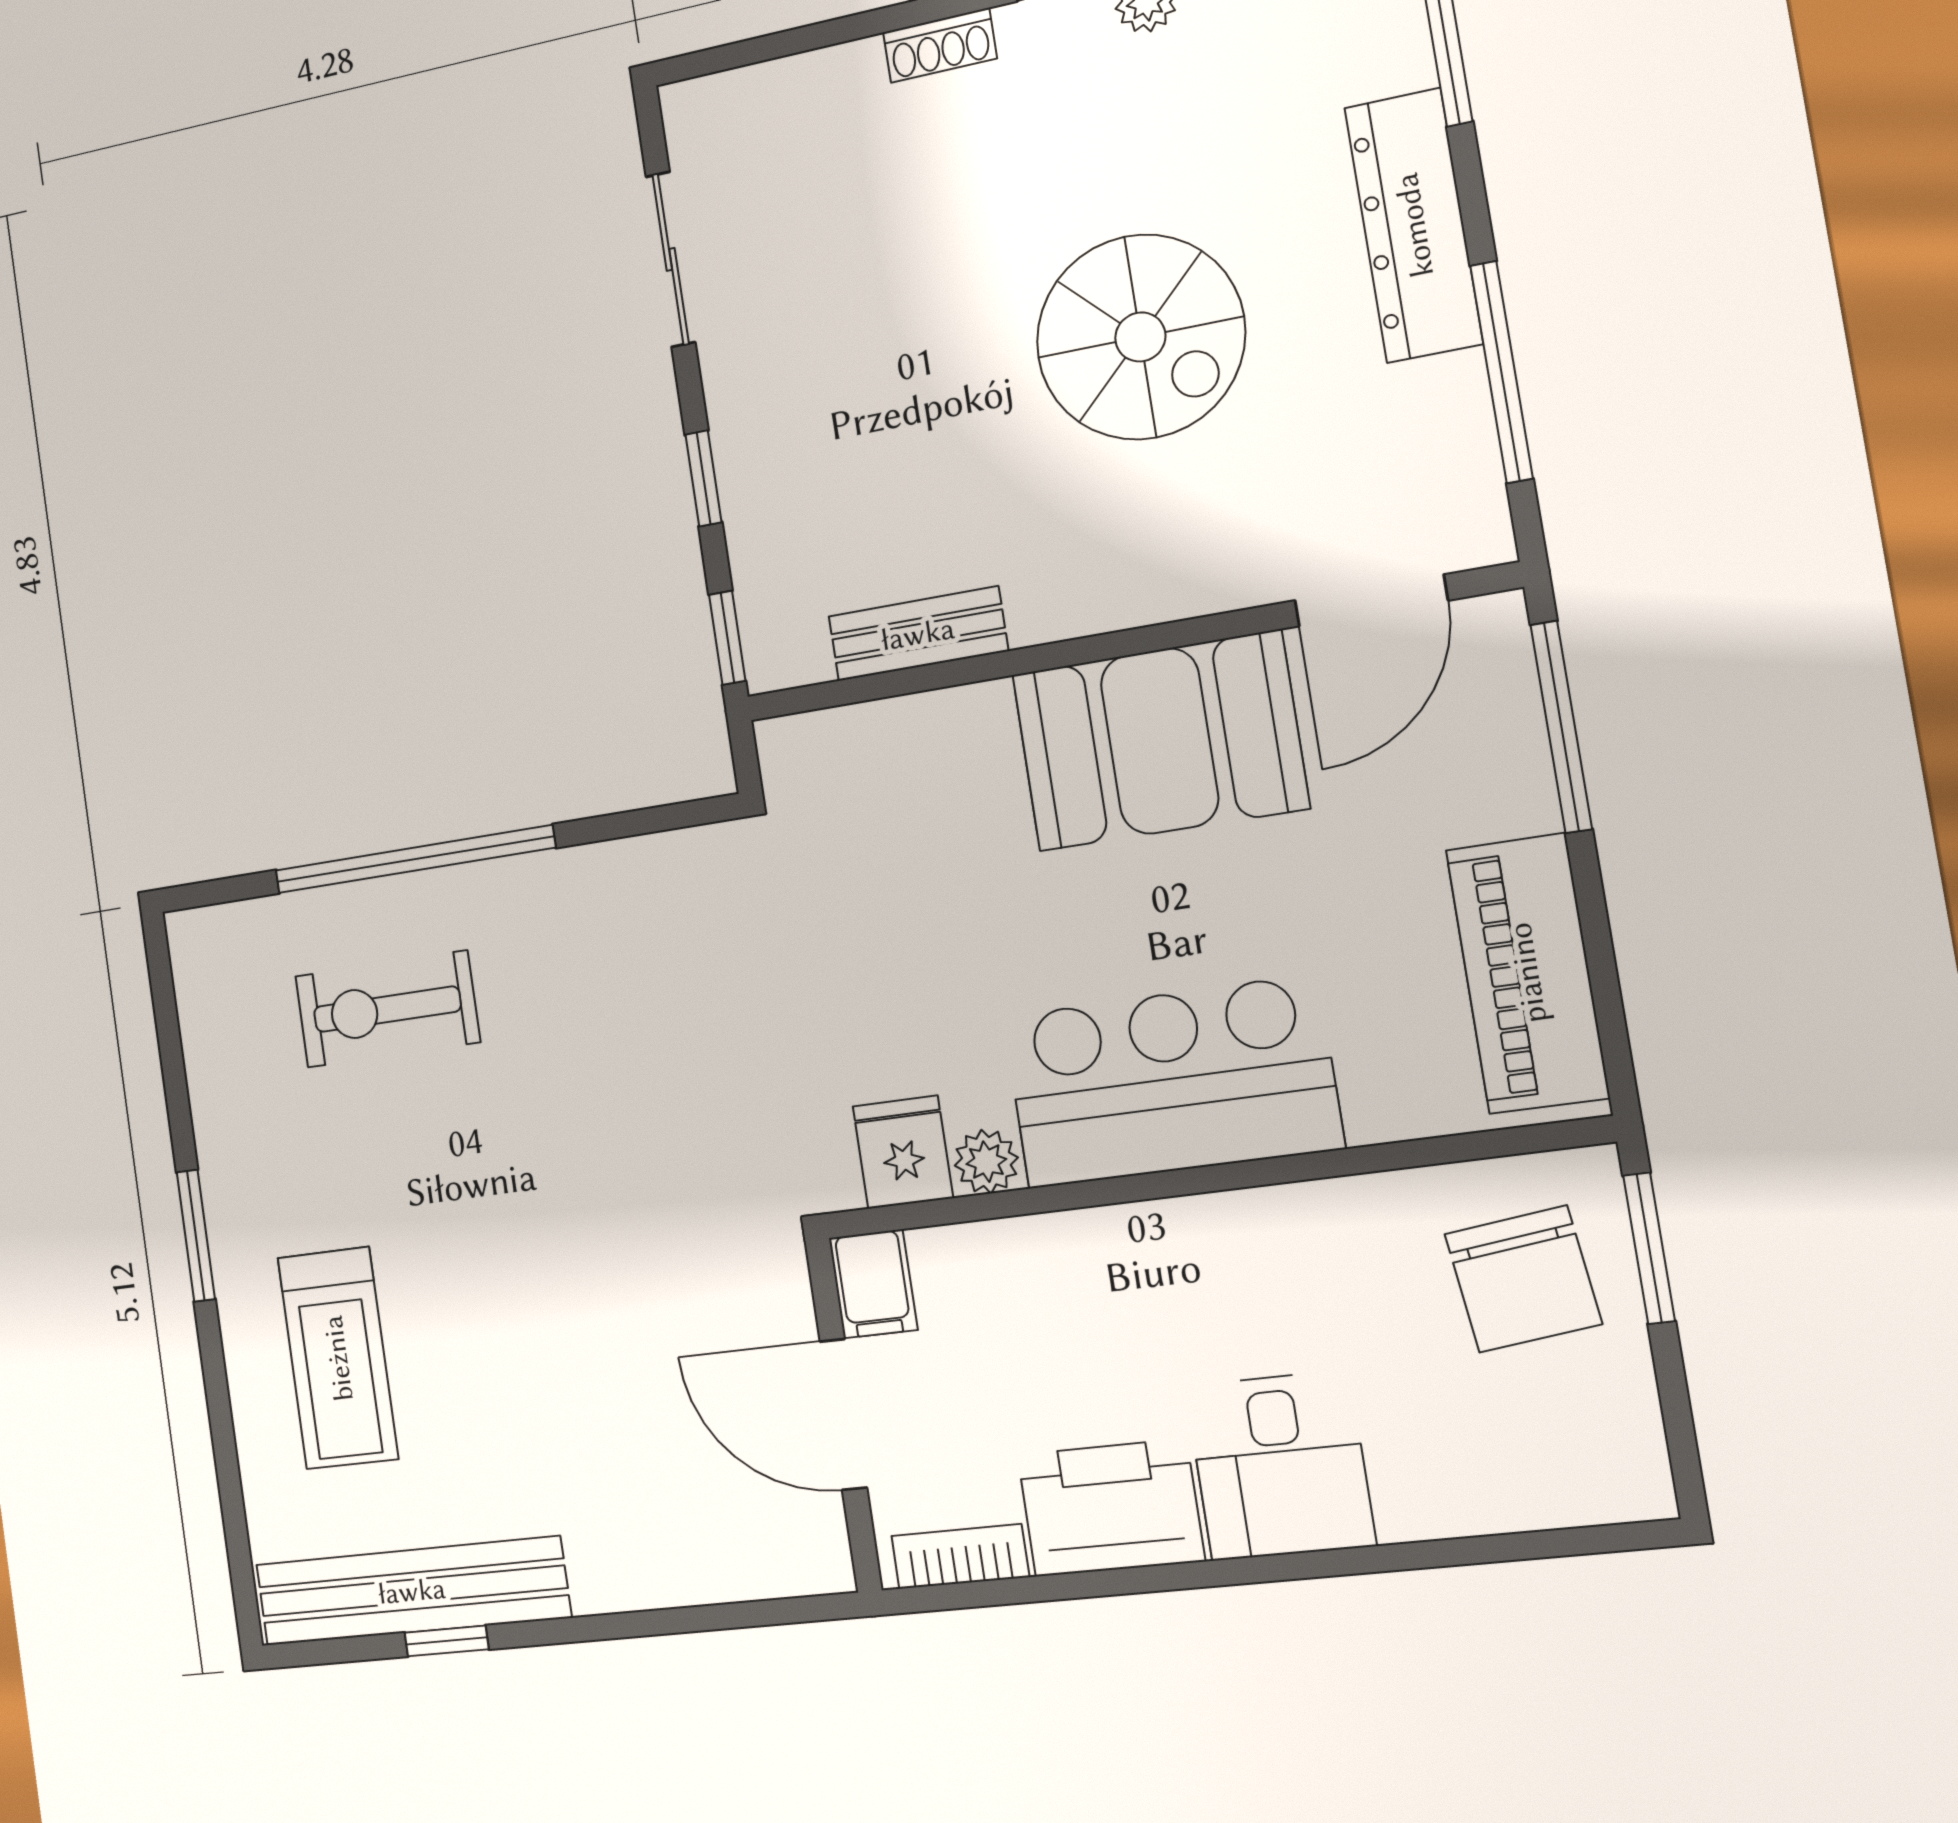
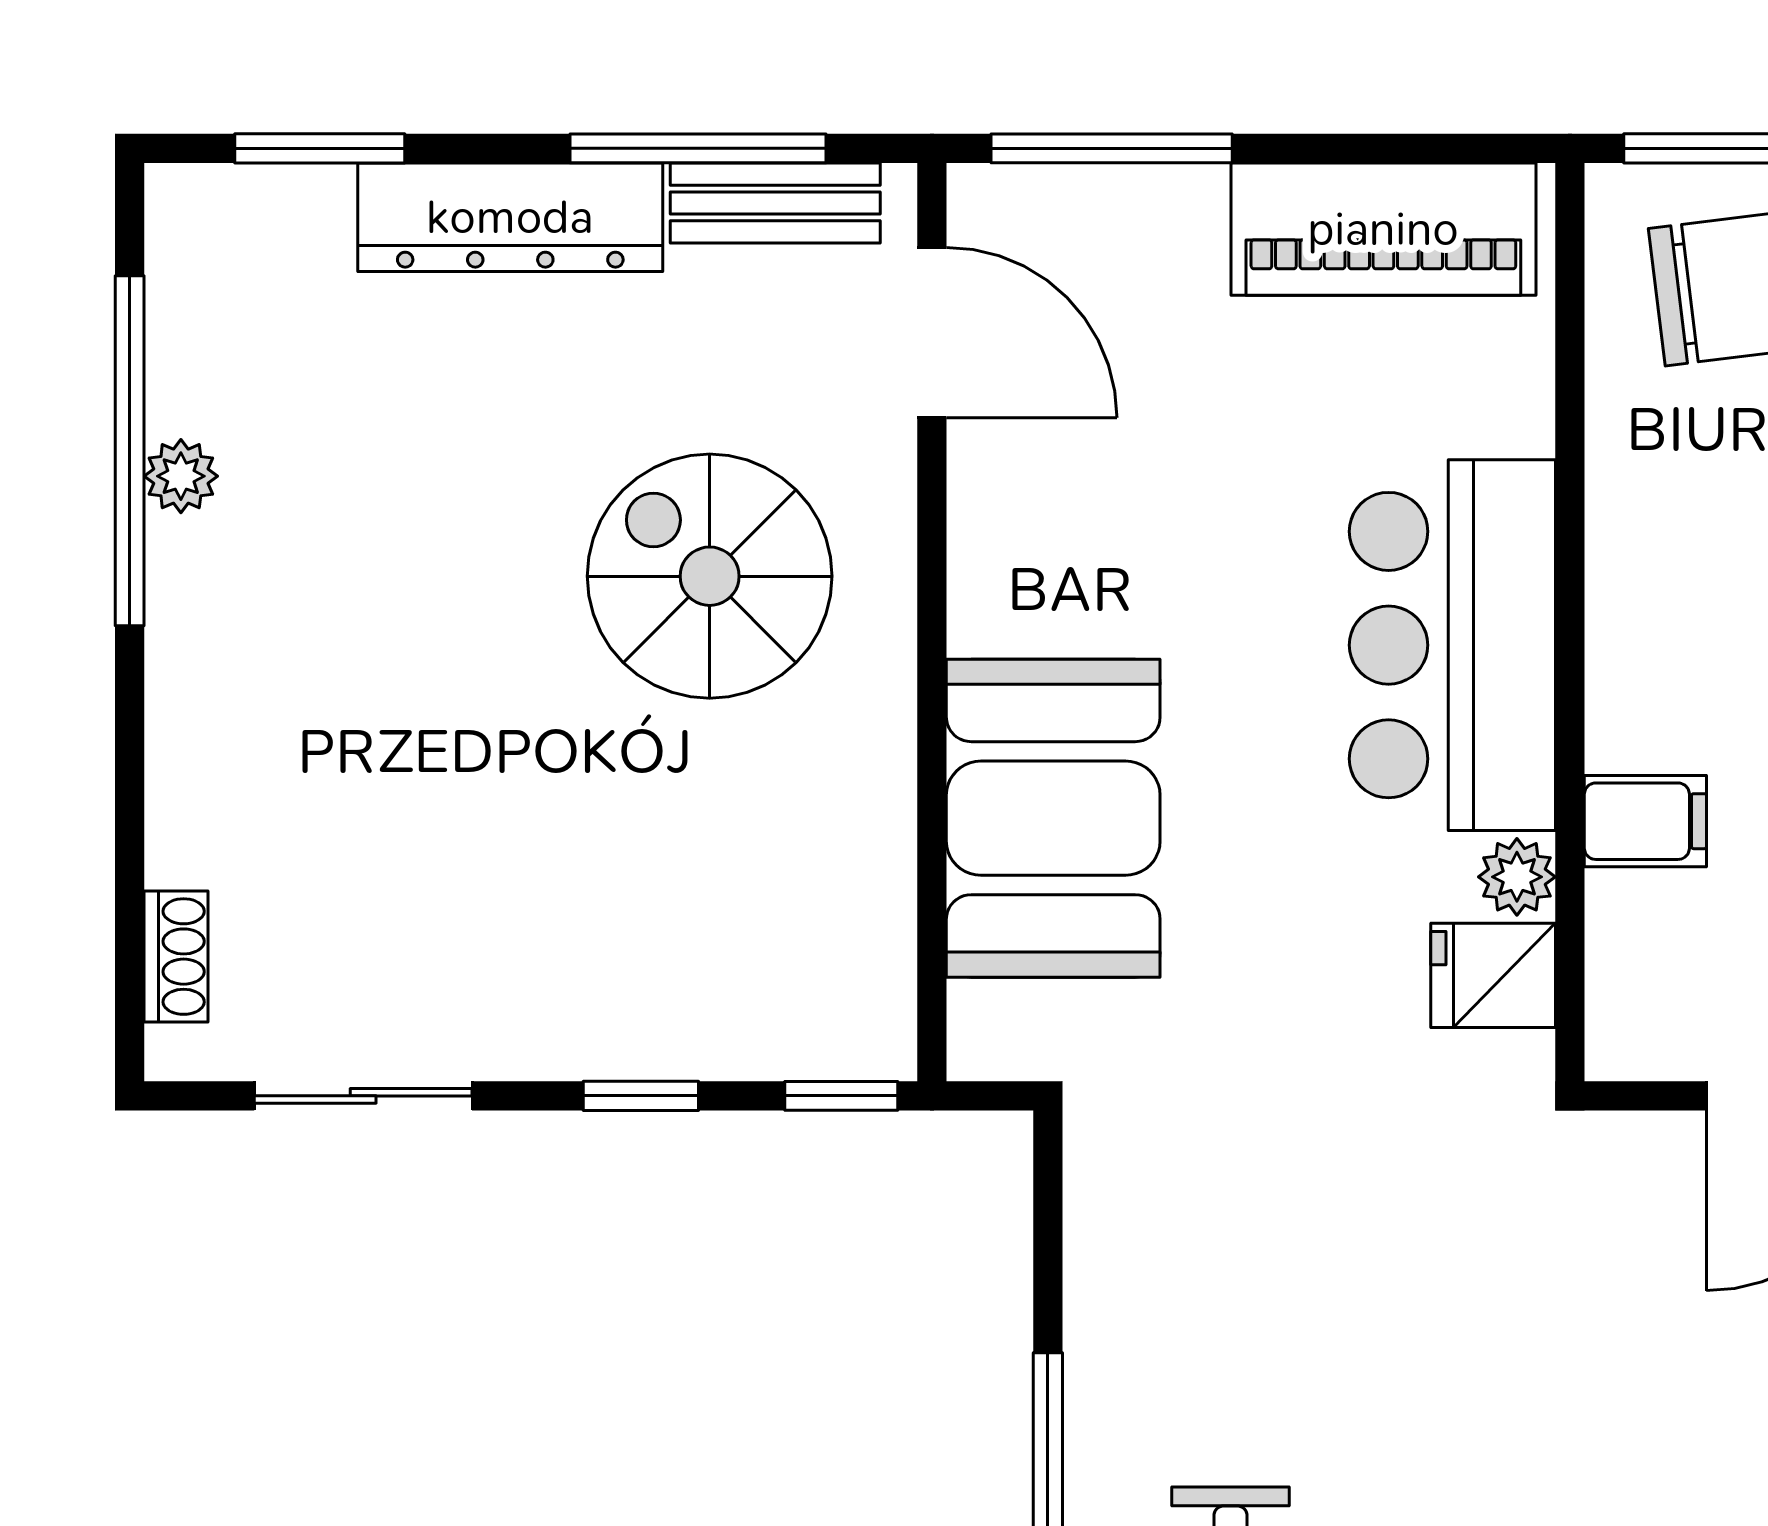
shoe rack: (940, 45) -> (176, 957), moved
spiral stairs: (1140, 337) -> (710, 576), moved, turned -90
bench: (918, 634) -> (775, 203), moved, turned 90
booth: (1160, 741) -> (1053, 818), moved
filing cabinet: (873, 1284) -> (1645, 821), moved

